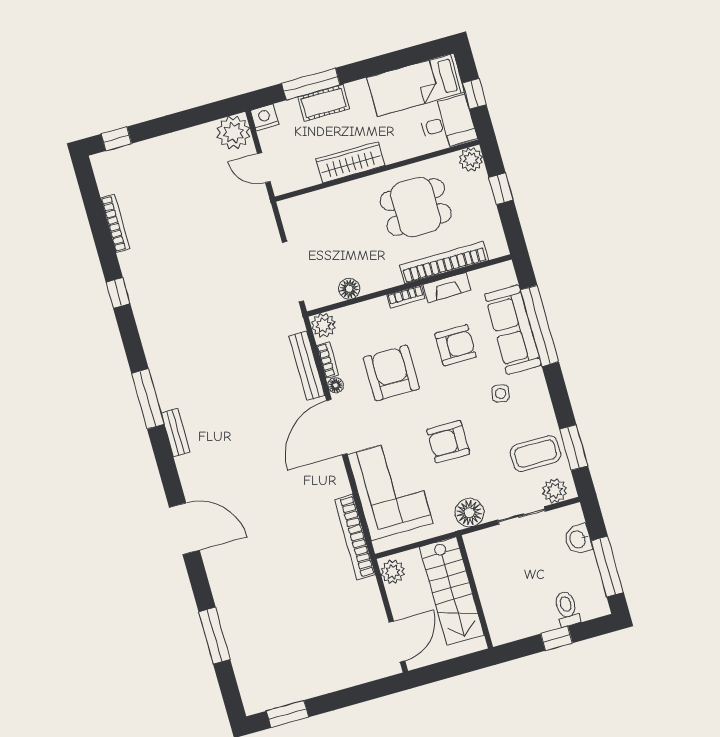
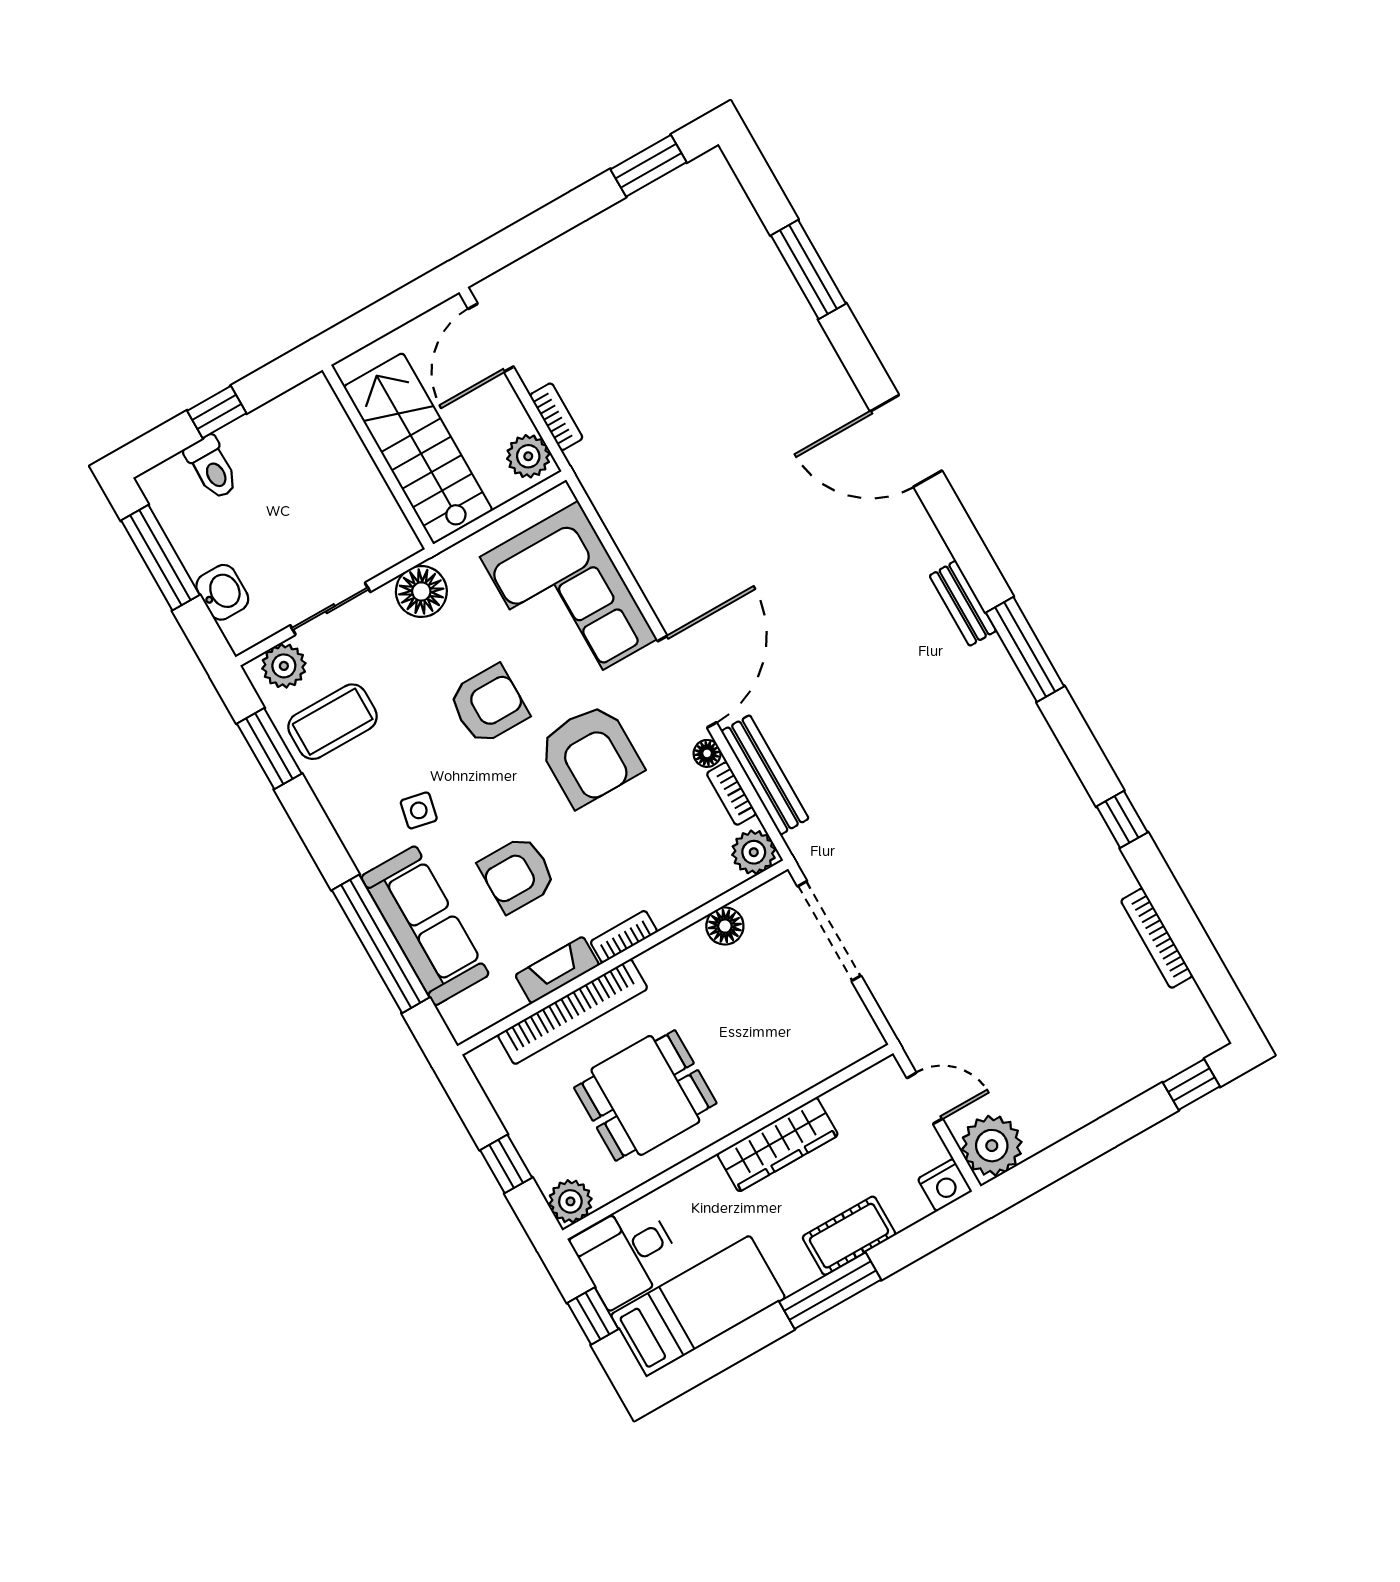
window: (311, 84) -> (830, 1291), moved
armchair: (391, 373) -> (590, 755), moved
bookcase: (355, 537) -> (556, 417), moved, width x0.43, depth x0.76

